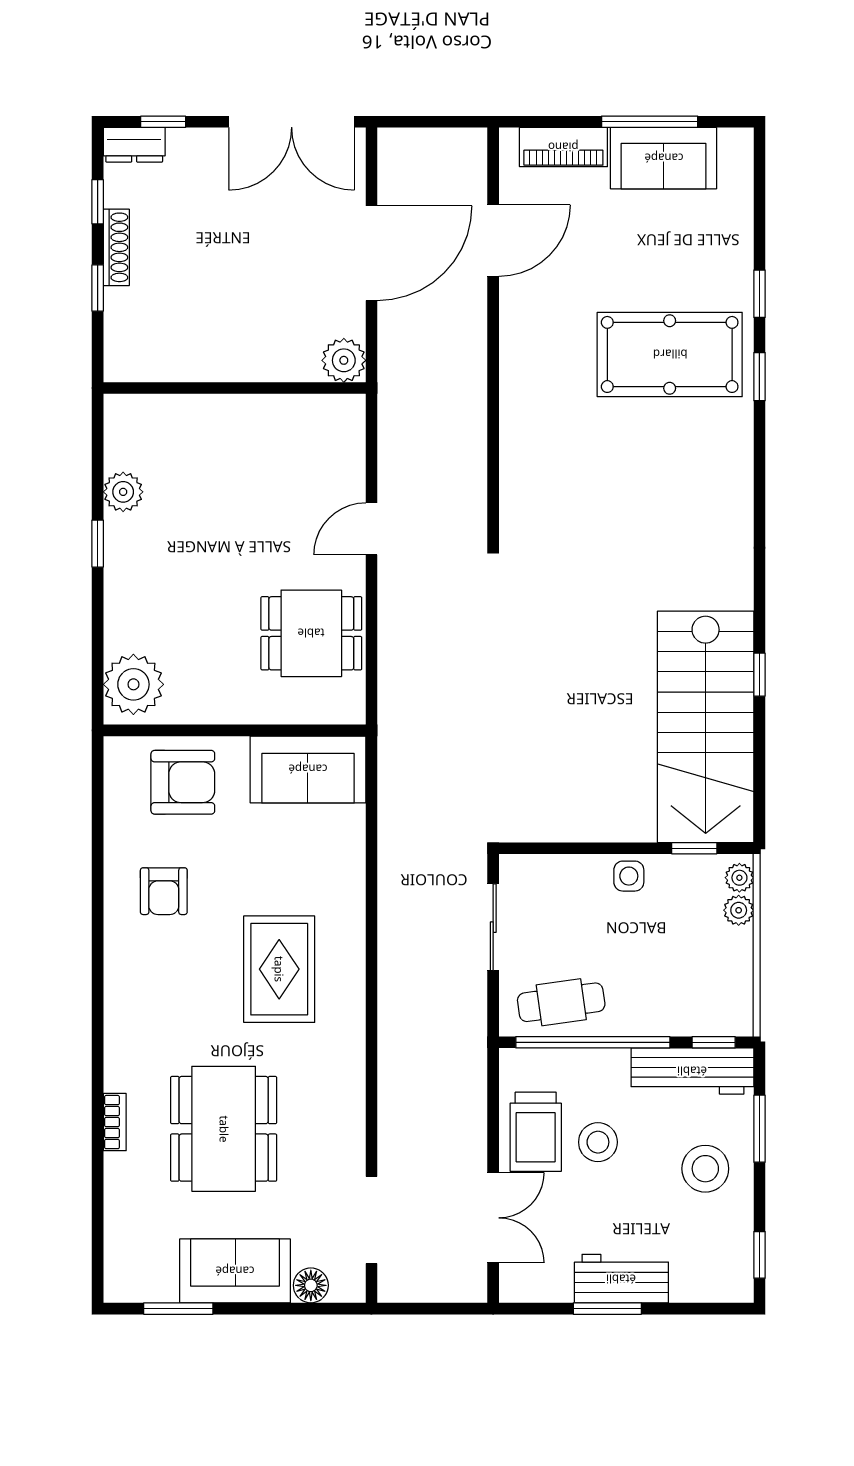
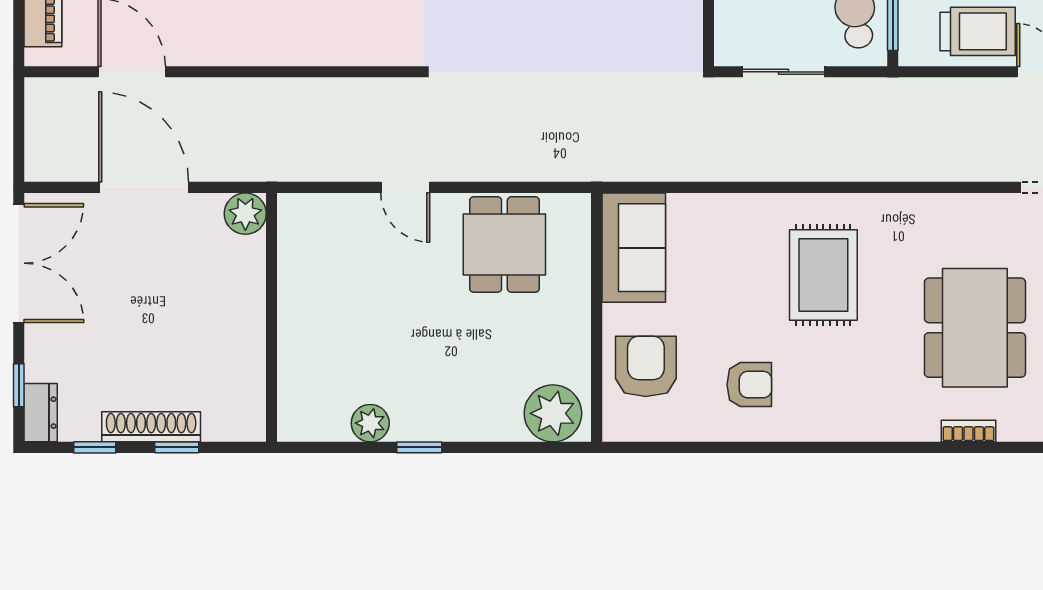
shoe rack: (116, 247) -> (151, 427), width x1.36, depth x1.24
rug: (279, 969) -> (823, 275), turned 90
dining table: (224, 1129) -> (975, 328), turned 90

